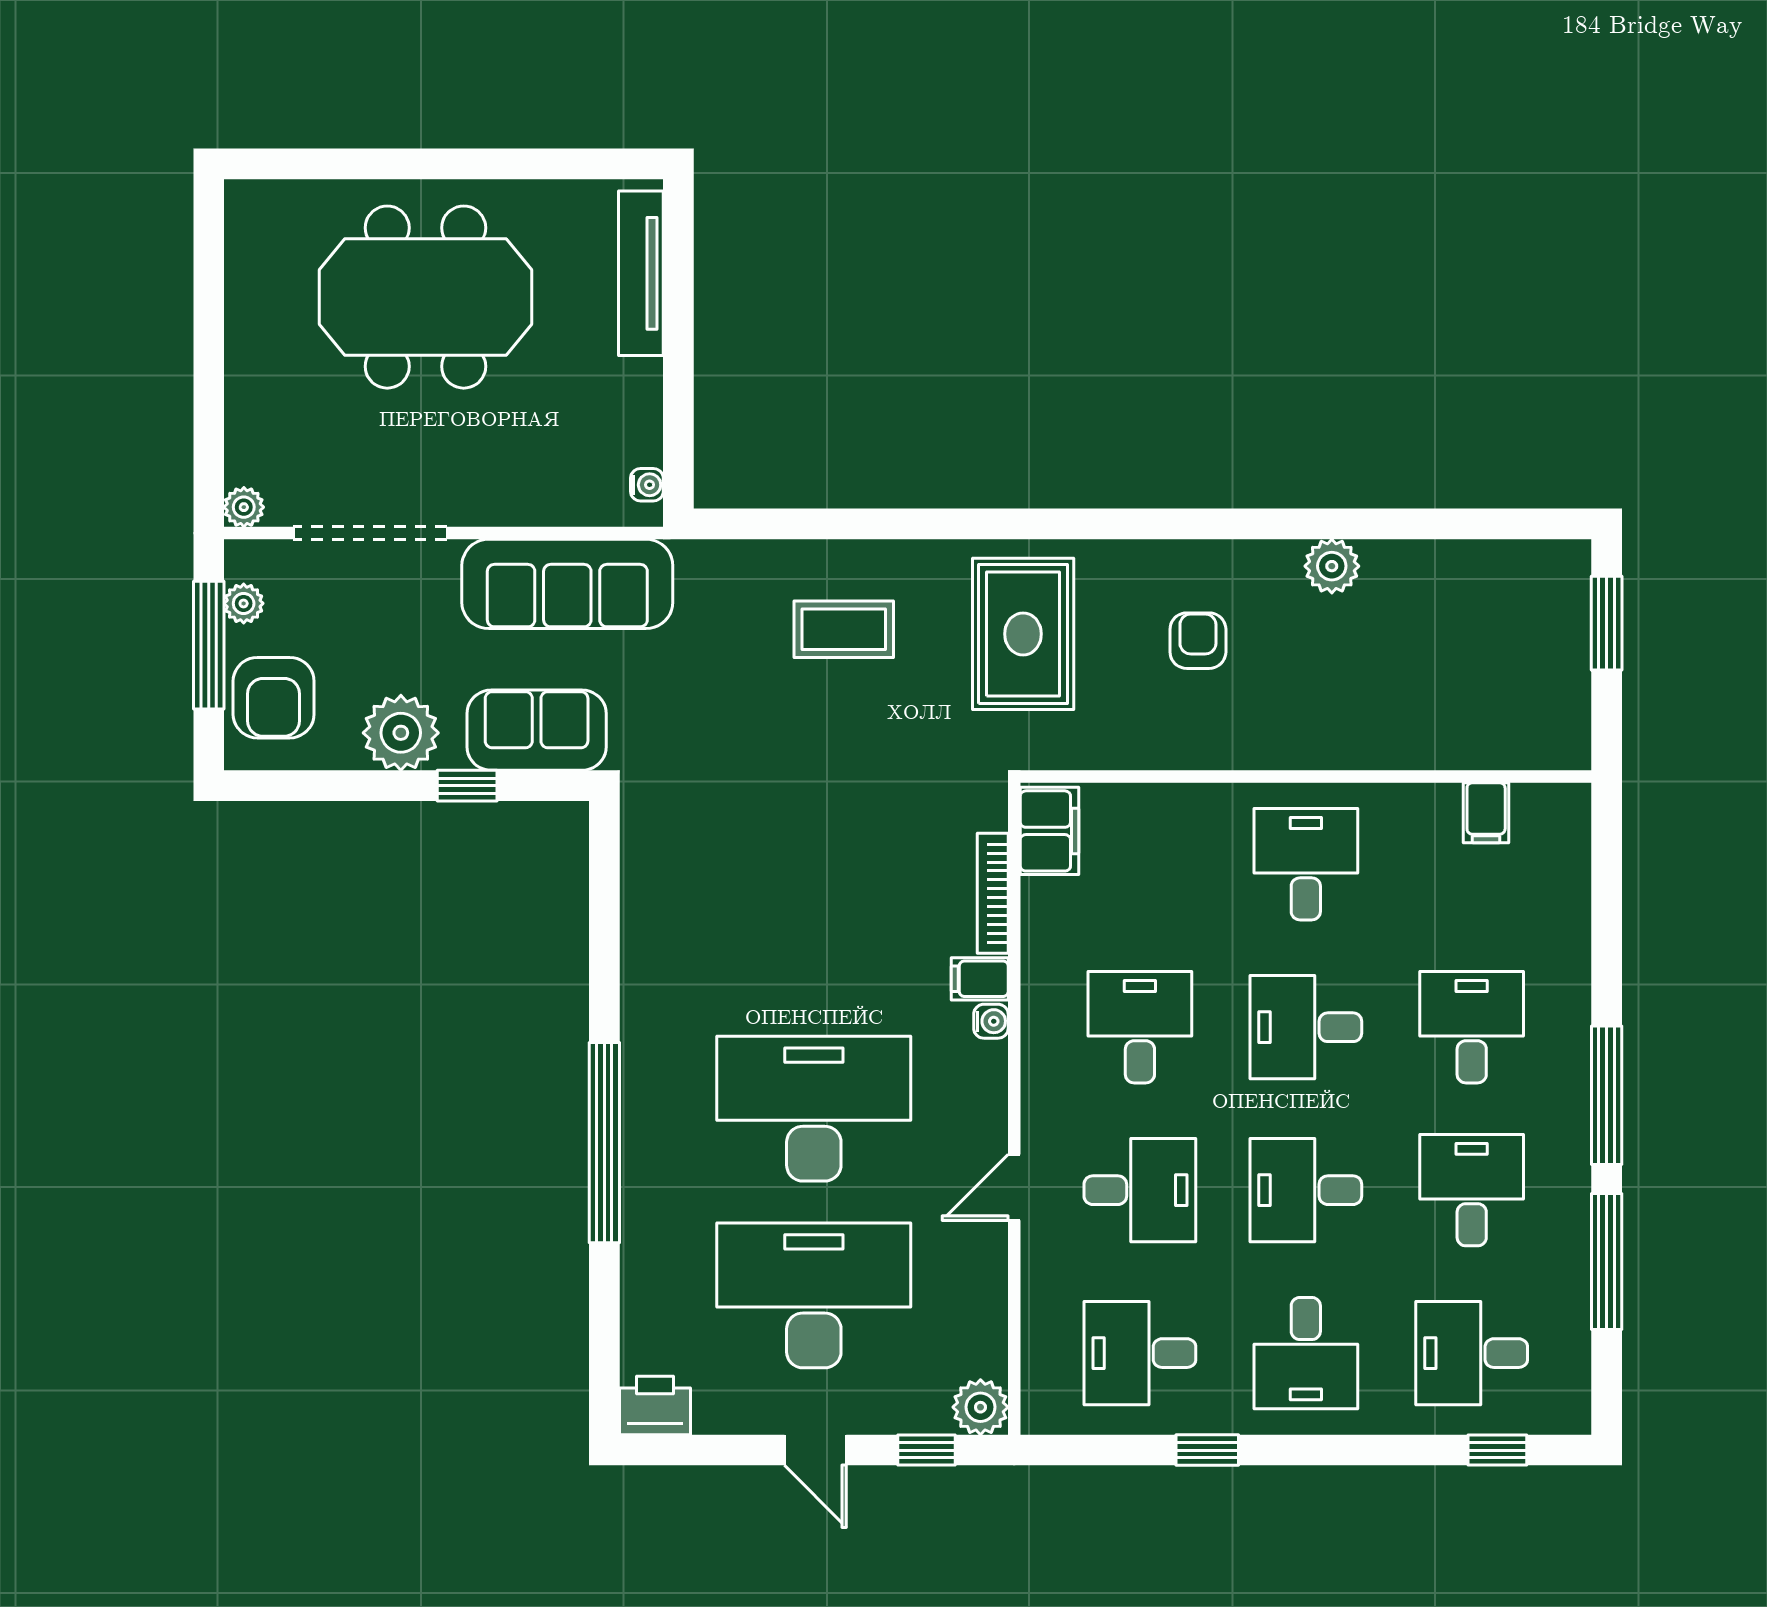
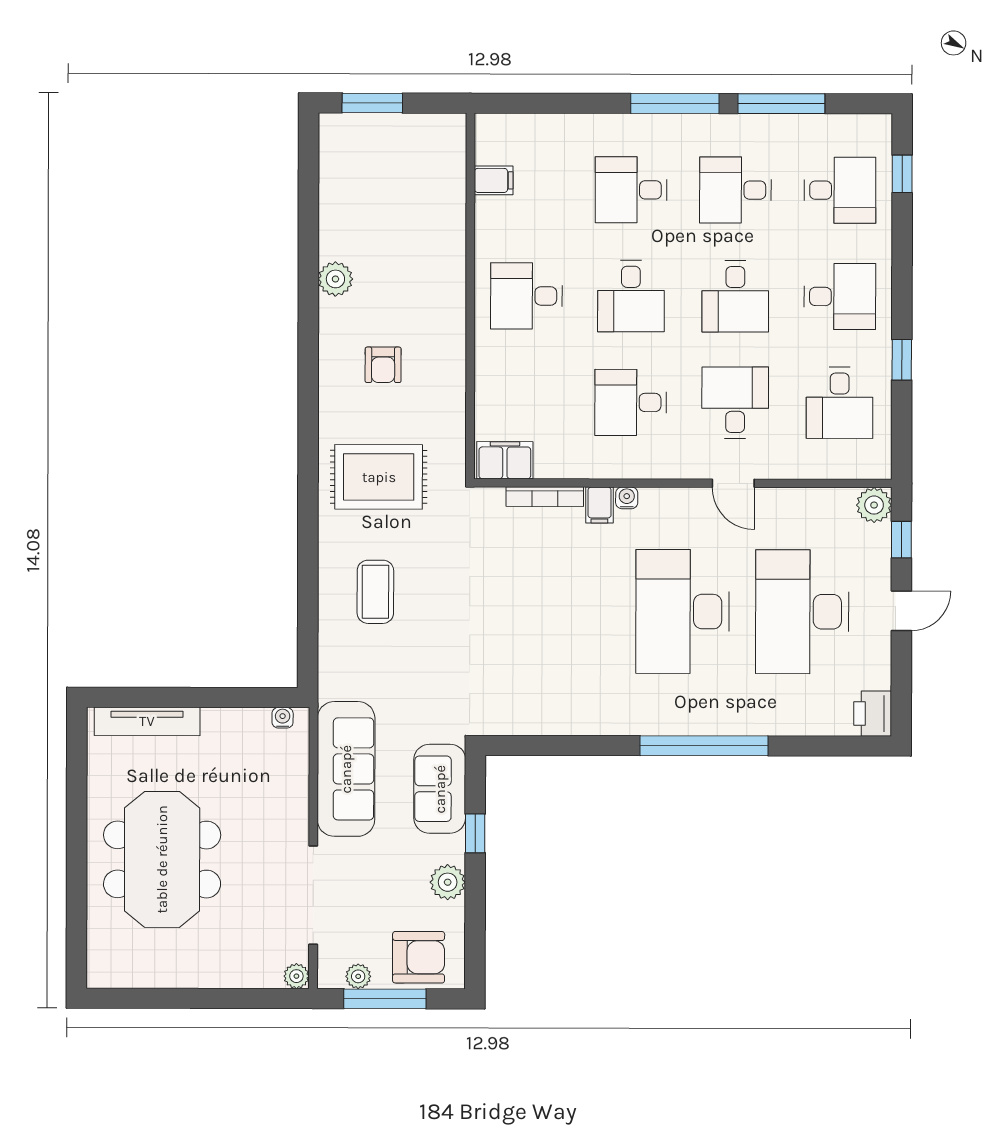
armchair: (1198, 641) -> (383, 365), turned -90
plant: (401, 733) -> (448, 882), width x0.73, depth x0.73
desk: (1472, 1353) -> (840, 190), turned -90

